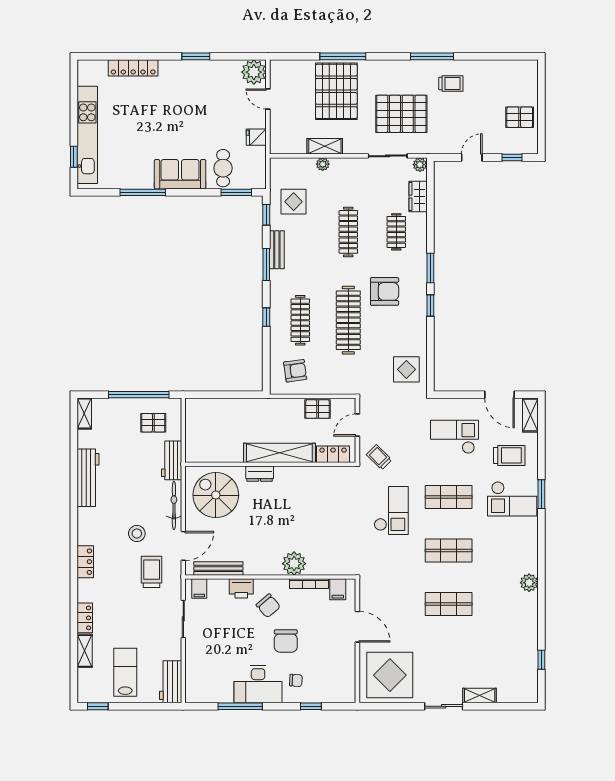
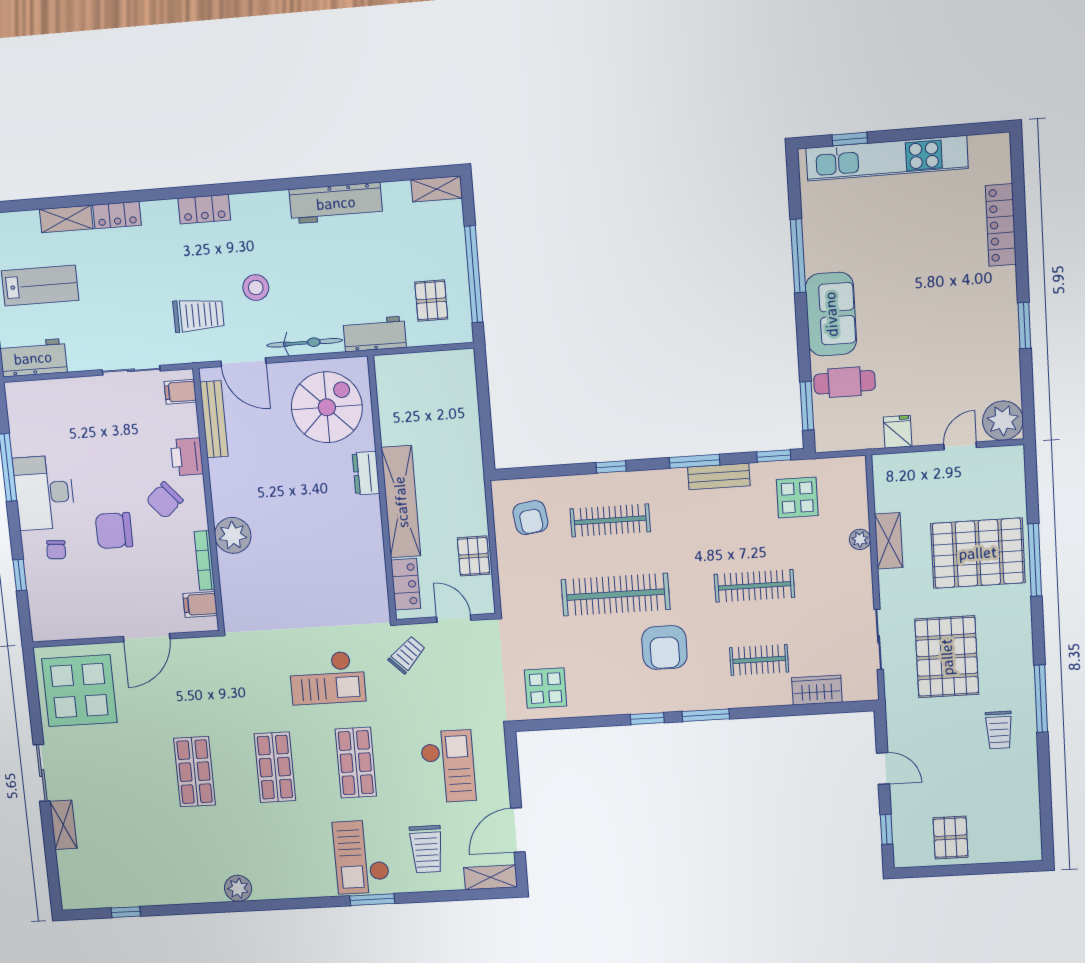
plant: (420, 165) -> (868, 690), removed

